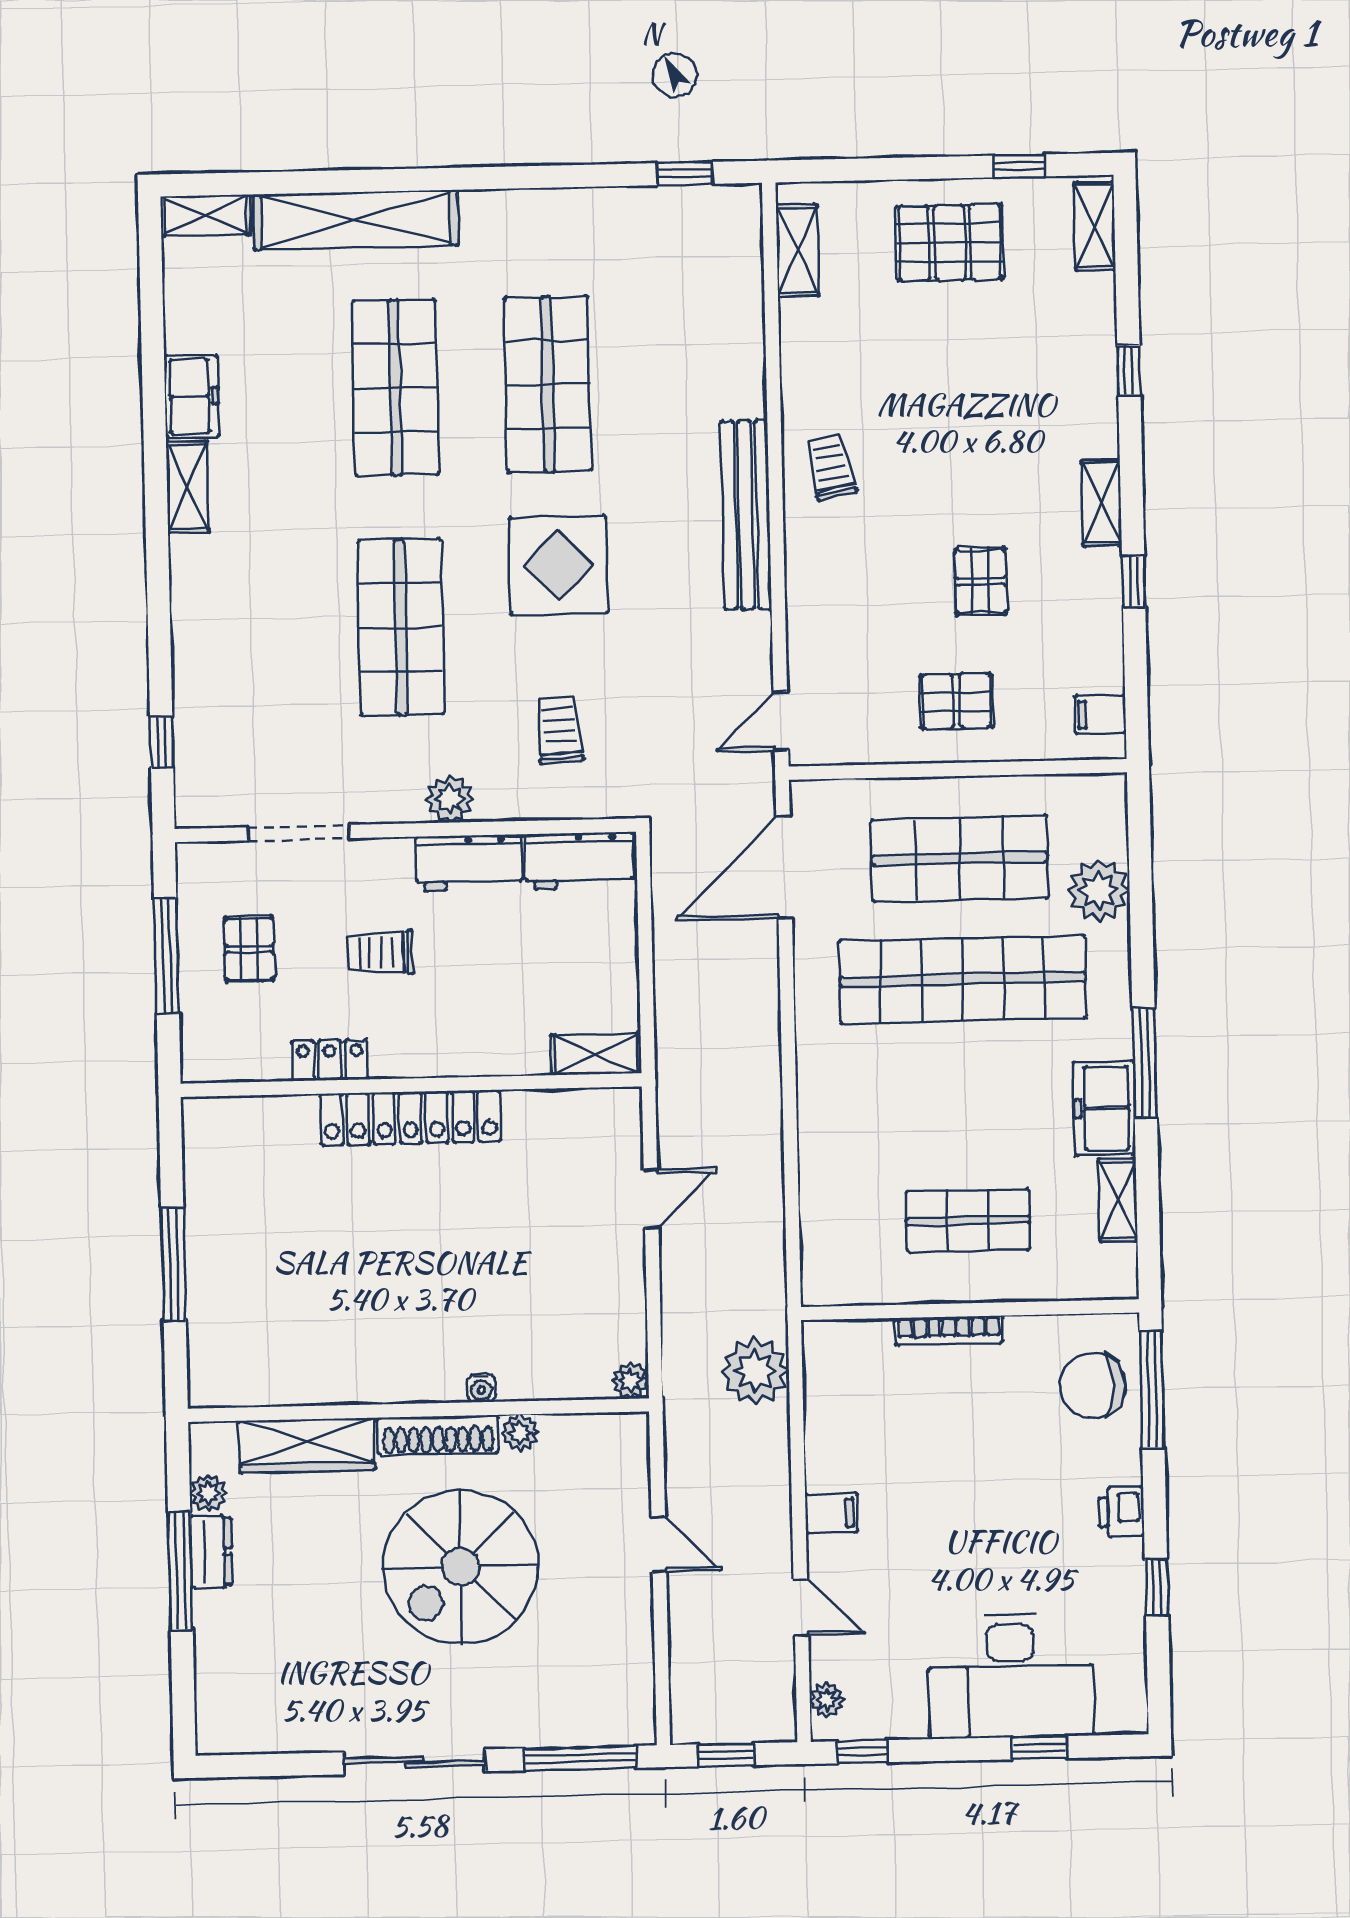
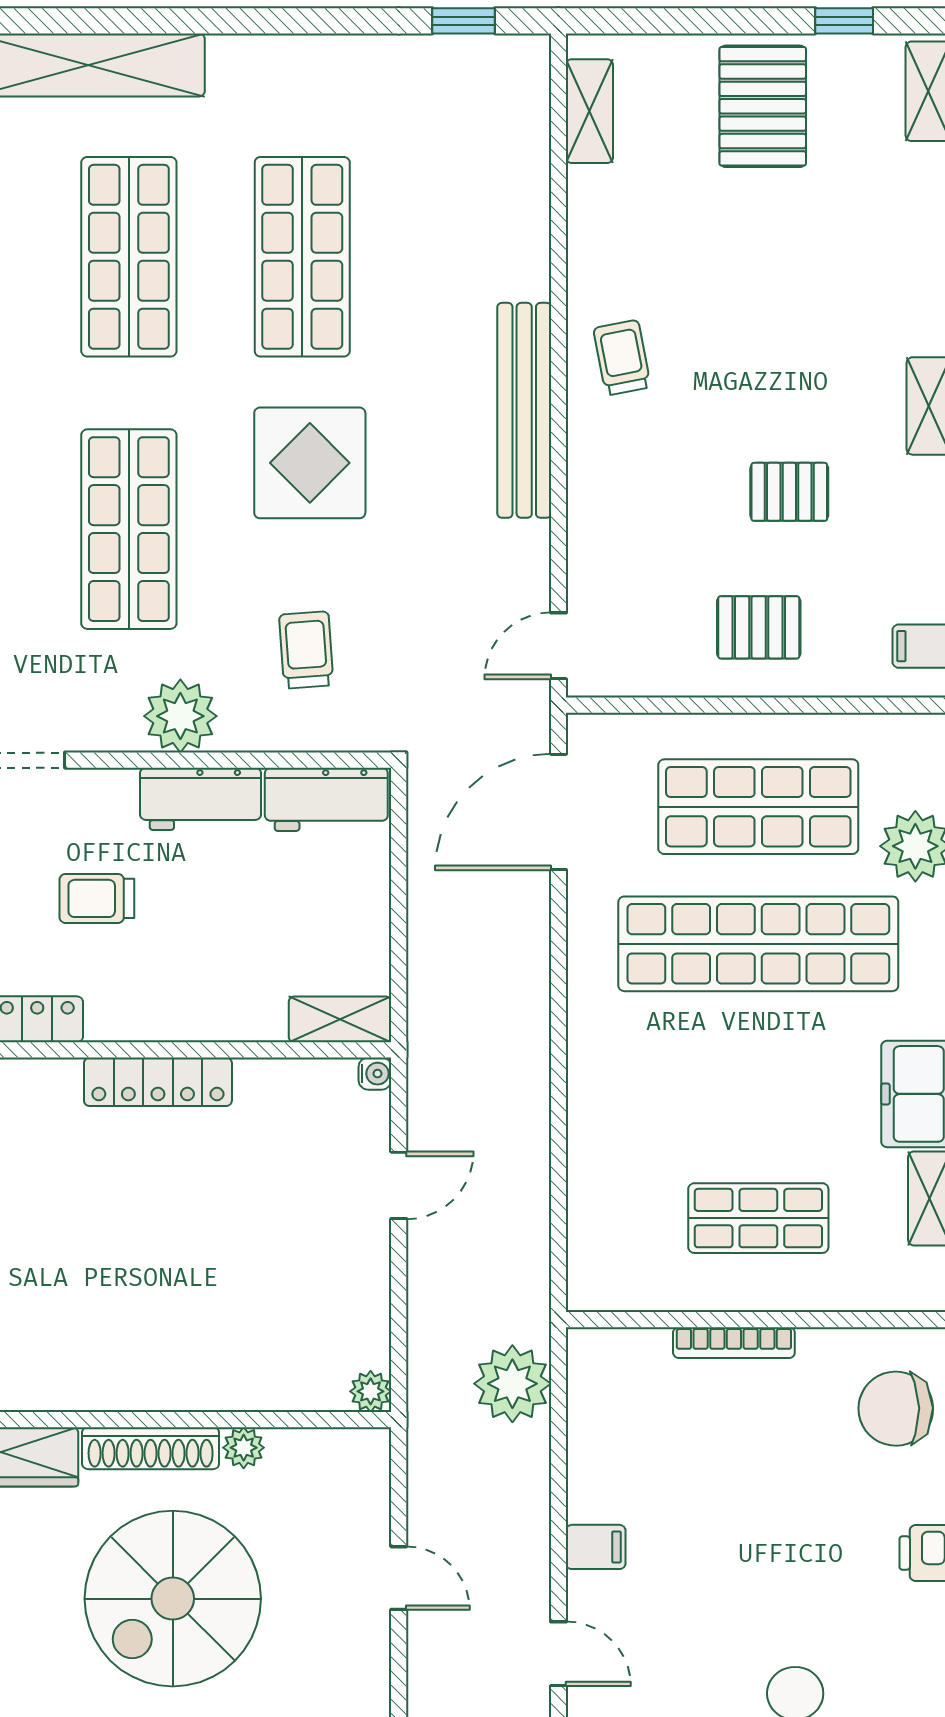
pallet: (950, 243) -> (763, 106), turned 90
pallet: (981, 581) -> (789, 492), turned 90
plant: (450, 799) -> (180, 716), width x1.36, depth x1.36
locker: (411, 1118) -> (158, 1082), width x0.71, depth x0.83
water cooler: (481, 1388) -> (375, 1074), moved, turned -90

